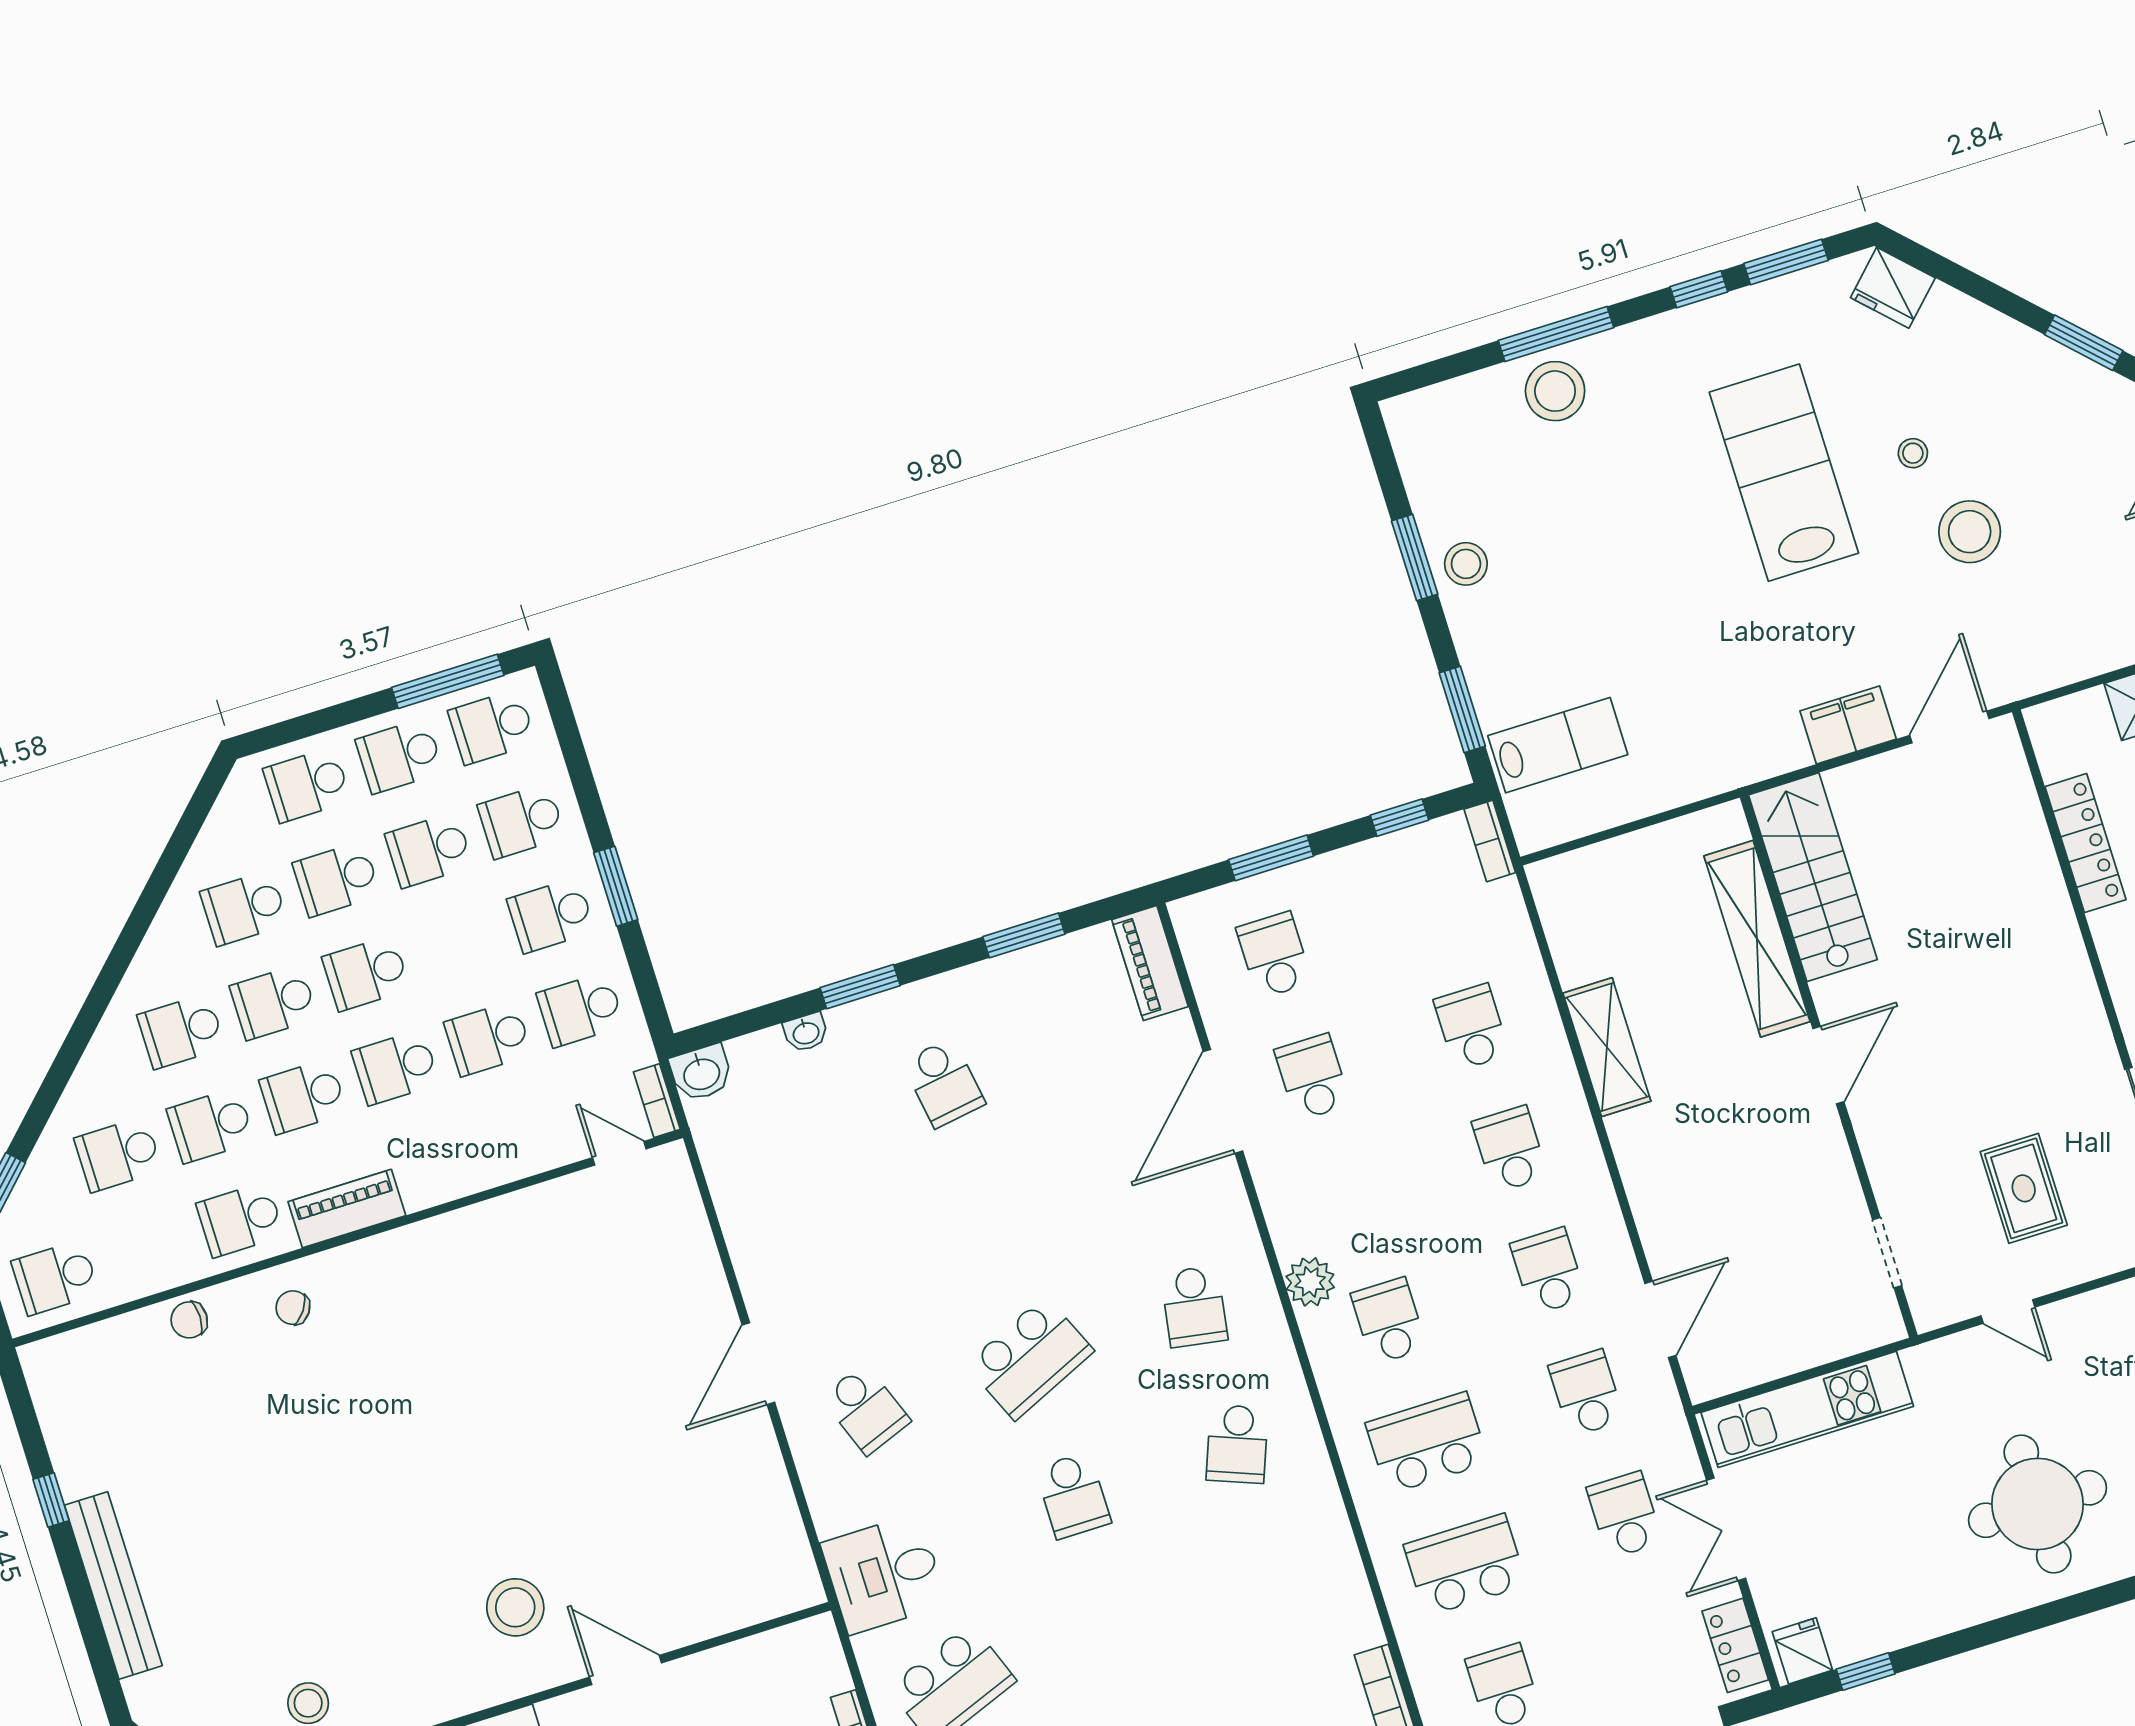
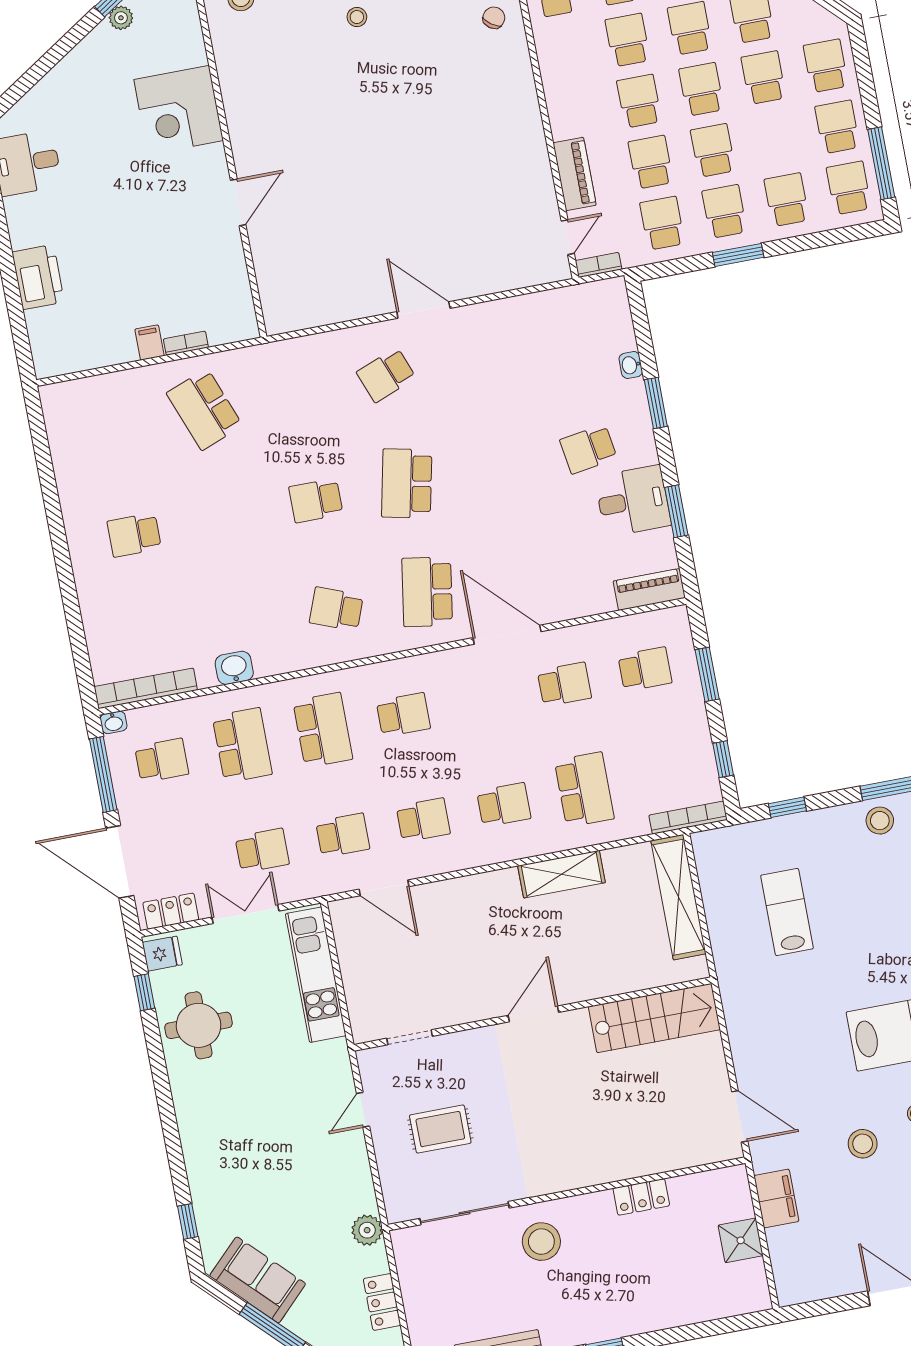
stool: (1970, 532) -> (863, 1144), width x0.73, depth x0.73
window: (1462, 710) -> (787, 807), width x0.67
filing cabinet: (1848, 725) -> (776, 1198), moved
lab bench: (1558, 745) -> (787, 912), moved, turned 180
bookcase: (1490, 841) -> (688, 818), width x1.56
locker: (2085, 843) -> (641, 1197), width x0.66
school desk: (429, 850) -> (713, 150), moved
shelving: (1757, 939) -> (678, 897), moved, turned 90
school desk: (1472, 1027) -> (584, 790), width x1.85
door: (1828, 1065) -> (533, 1014), swing flipped
washbasin: (701, 1073) -> (234, 668), moved, turned 90
door: (1223, 1101) -> (507, 635), moved
piano: (347, 1209) -> (575, 174), moved
plant: (1310, 1282) -> (434, 668), removed
school desk: (1194, 1306) -> (427, 592), width x1.85
school desk: (1030, 1358) -> (407, 483), turned 36
round table: (2038, 1504) -> (199, 1025), moved, width x0.73, depth x0.73
desk: (884, 1574) -> (633, 501), moved, turned 90
stool: (515, 1607) -> (357, 17), moved, width x0.53, depth x0.53

